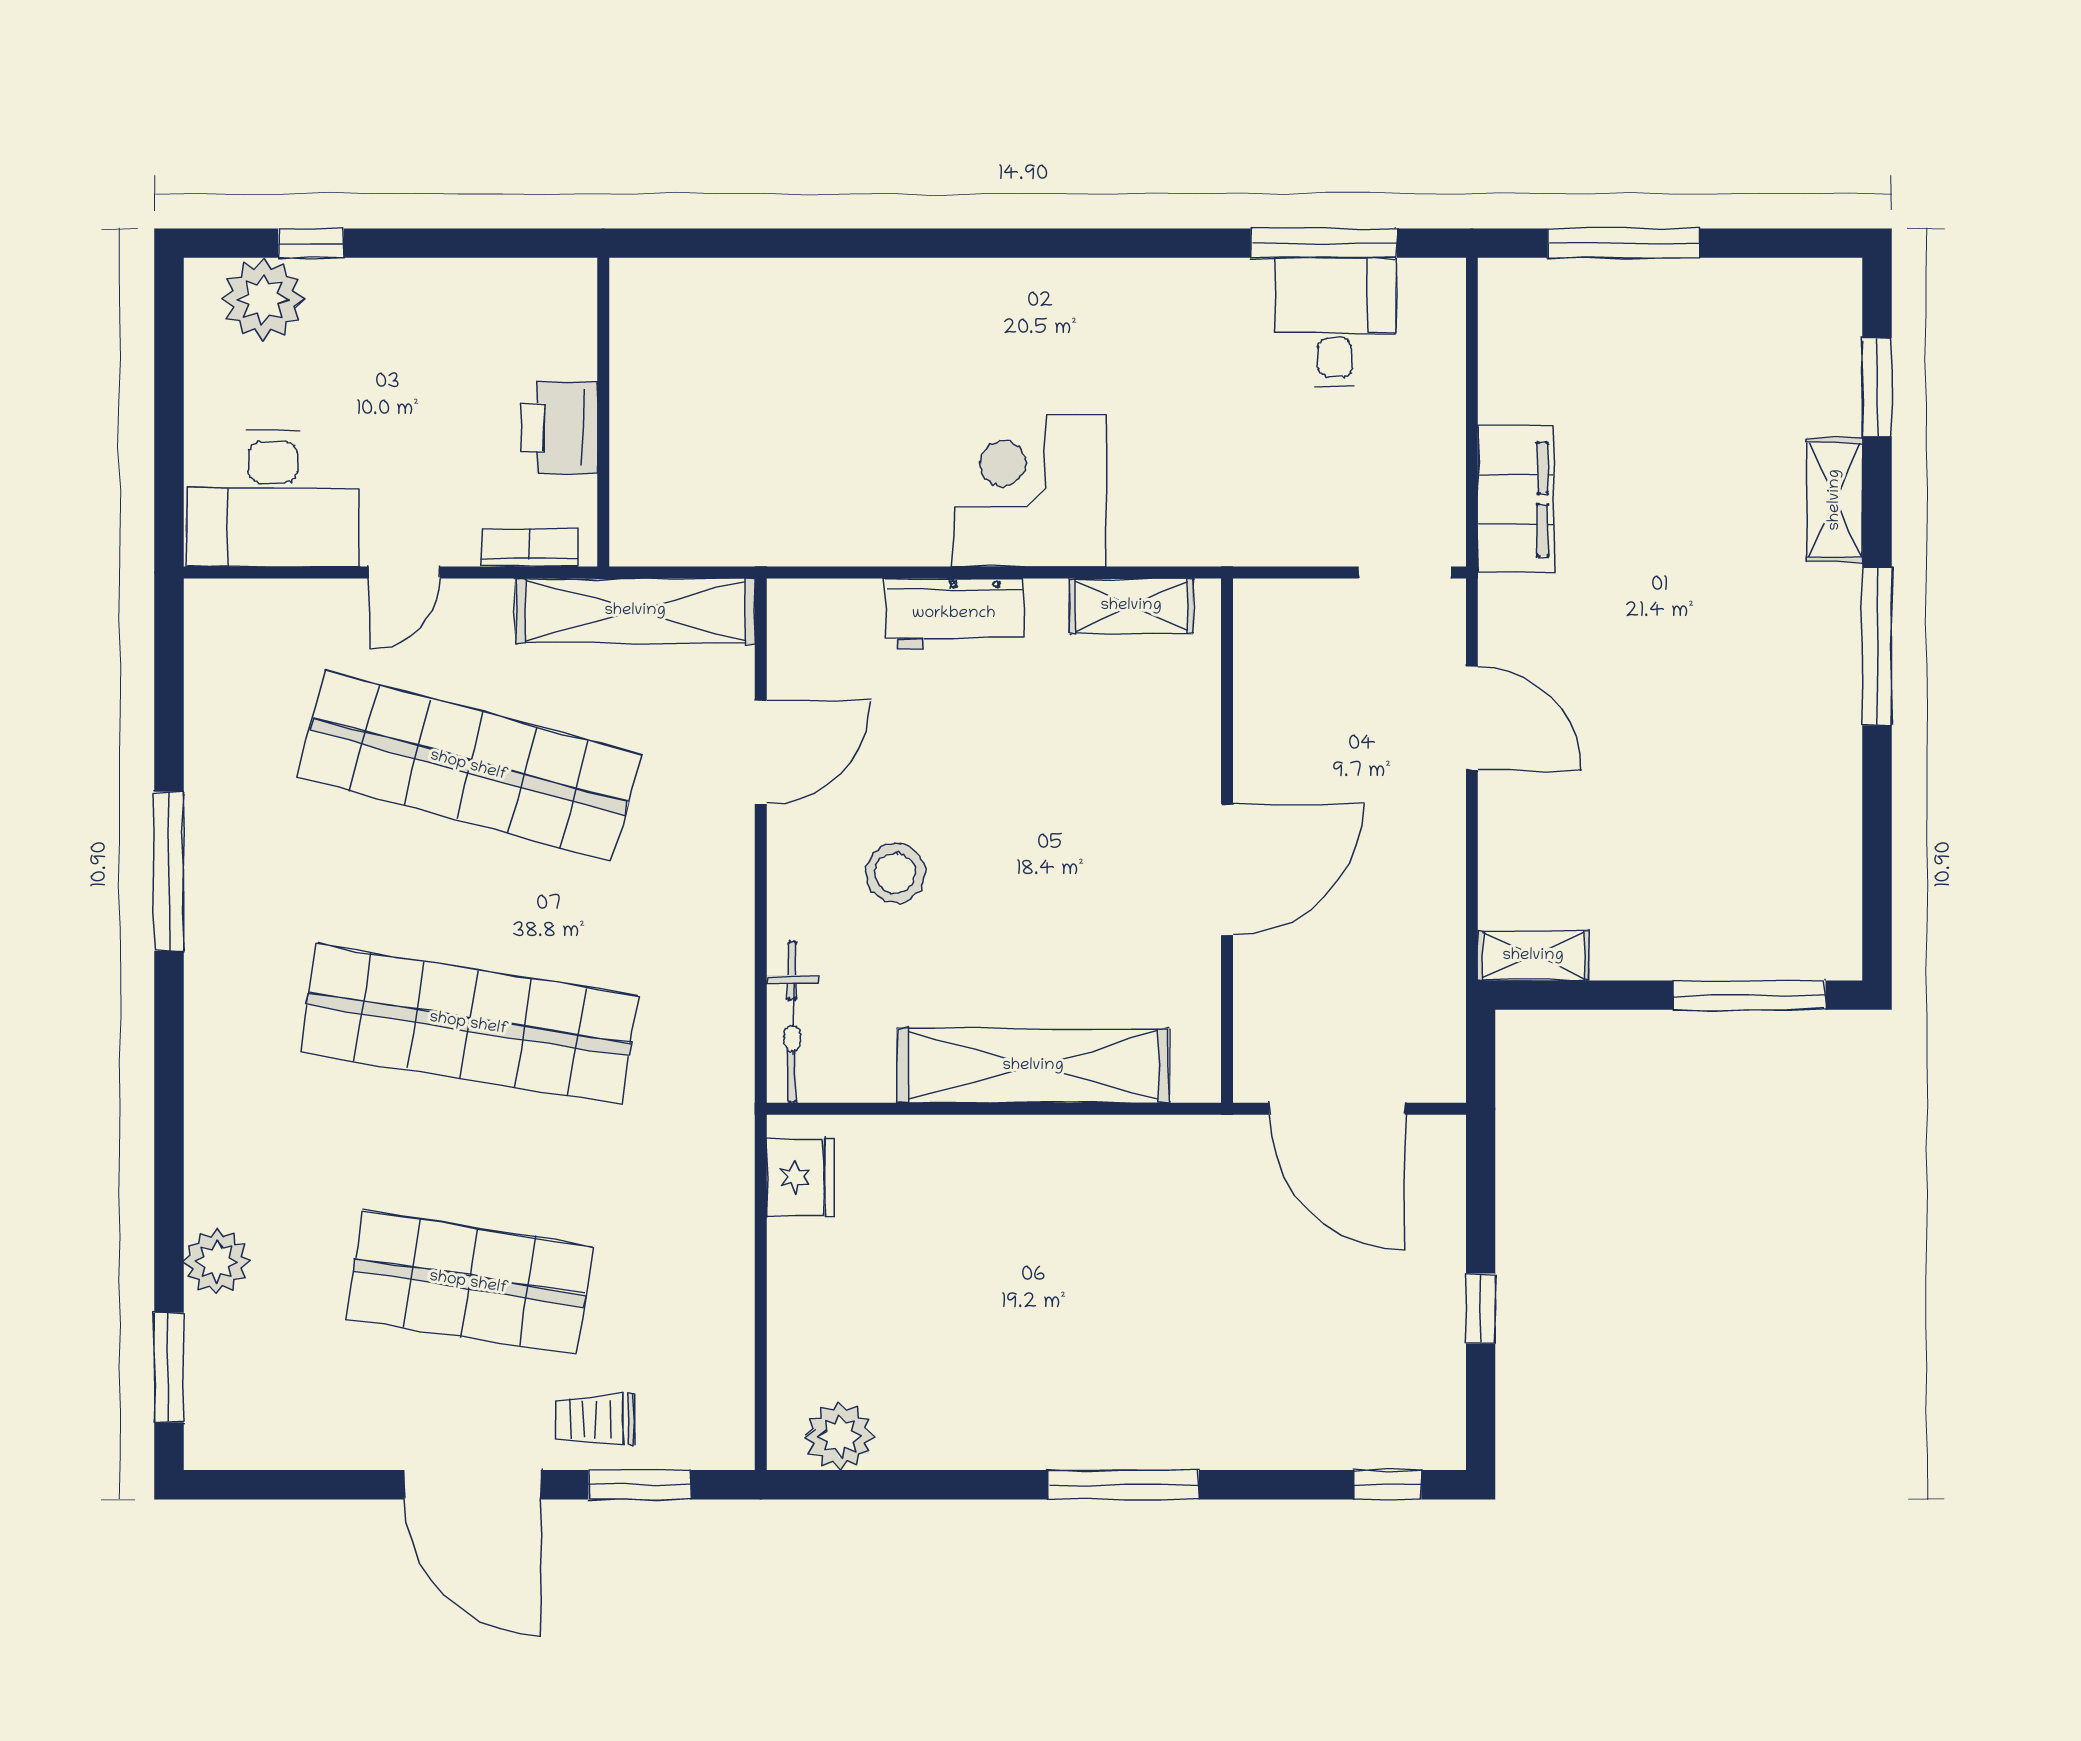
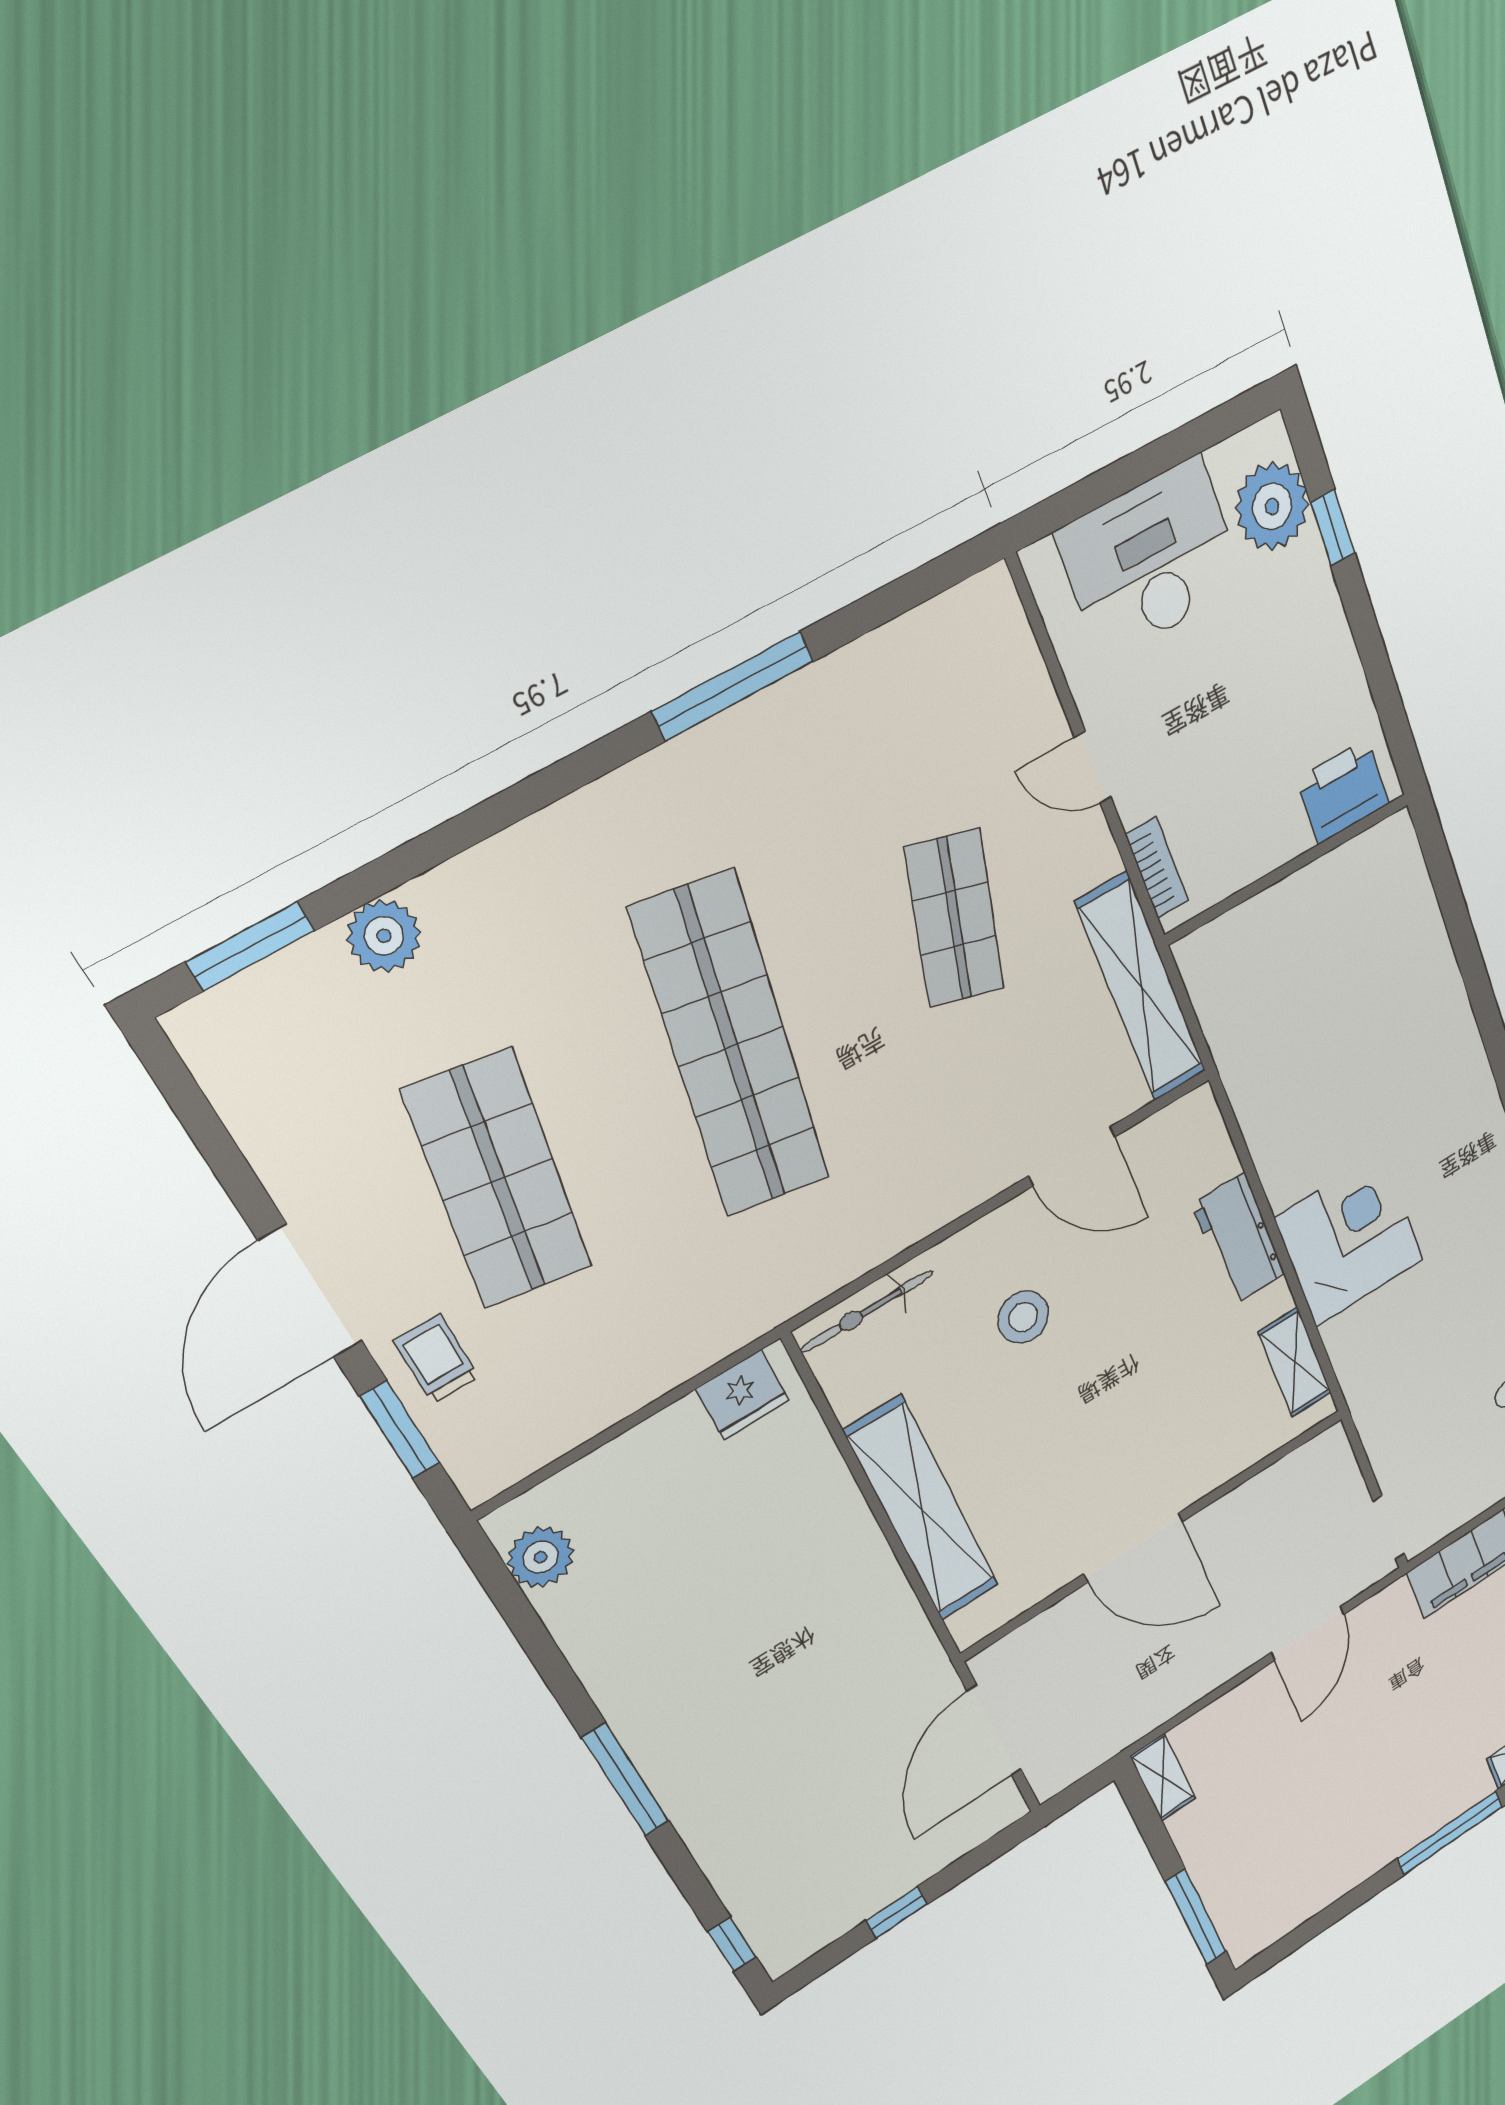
printer: (559, 427) -> (1343, 791), moved
desk: (273, 499) -> (1151, 560), moved, turned 90
shop shelf: (469, 766) -> (955, 919), width x0.50, depth x0.74

